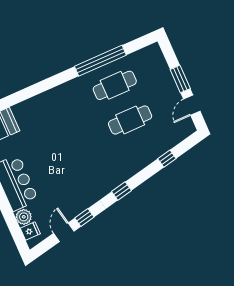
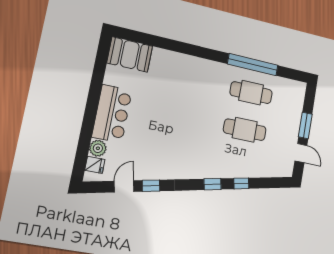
door: (192, 105) -> (301, 153), swing flipped
window: (167, 159) -> (241, 183), moved
window: (121, 191) -> (213, 184), moved

